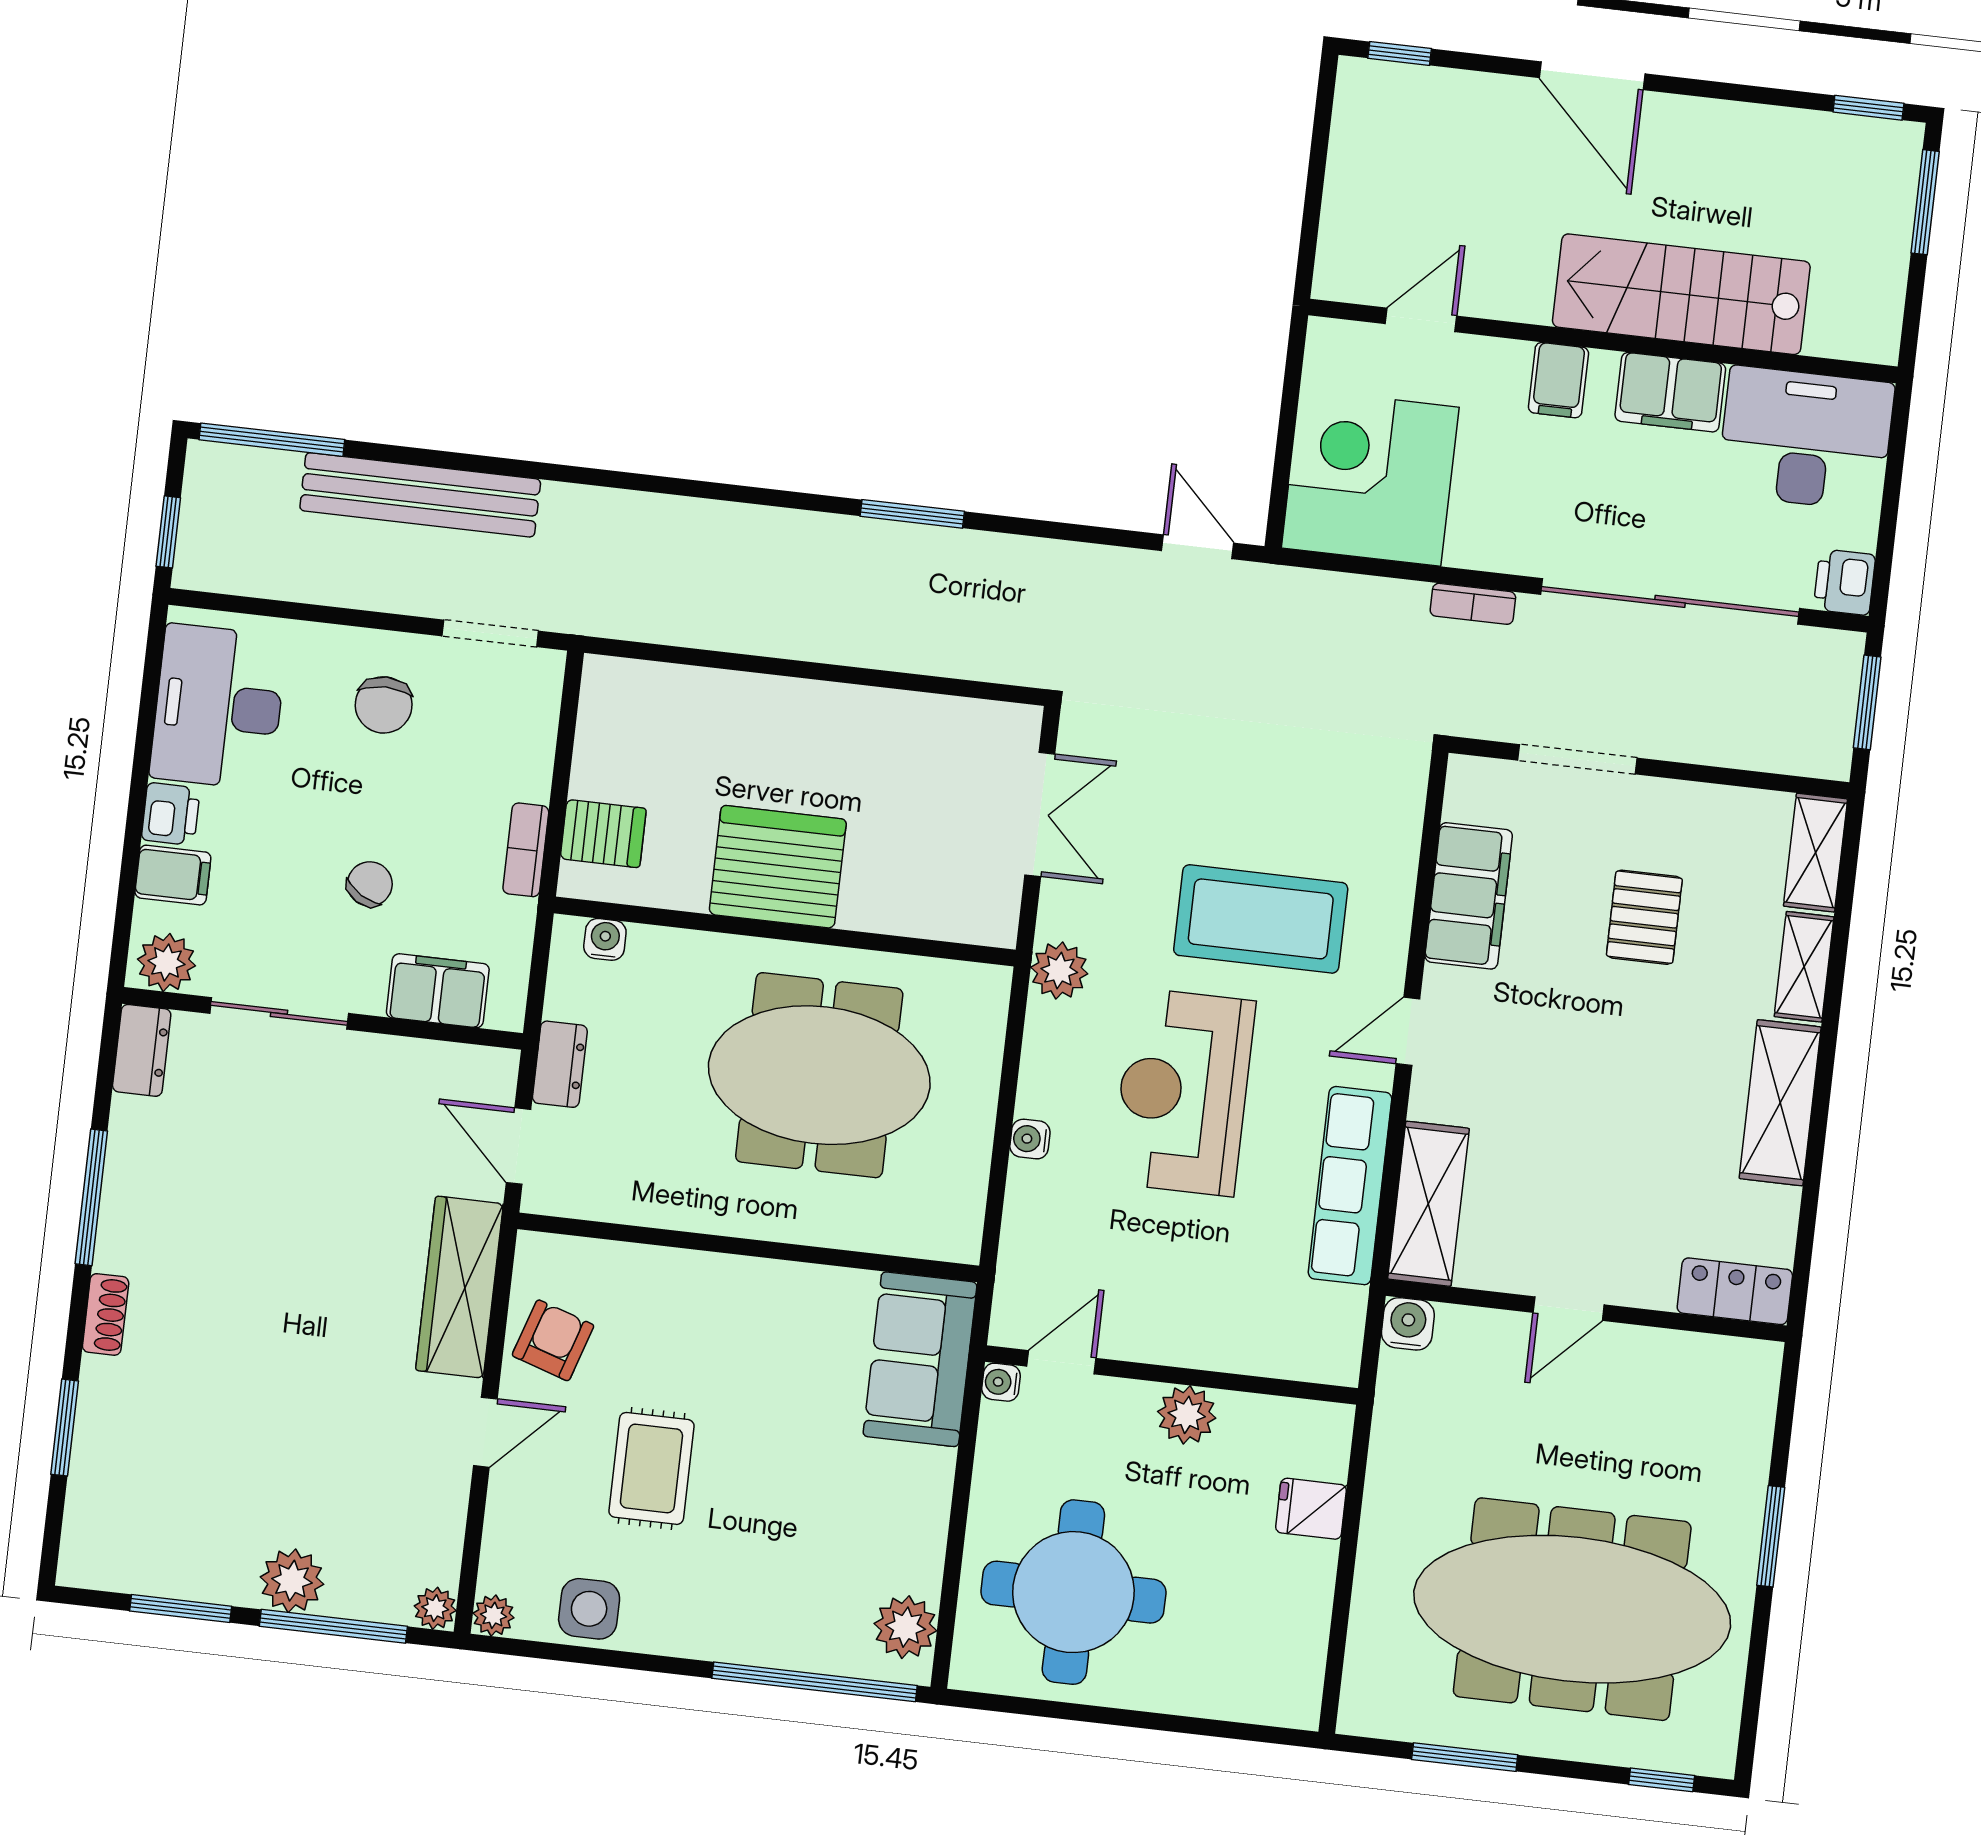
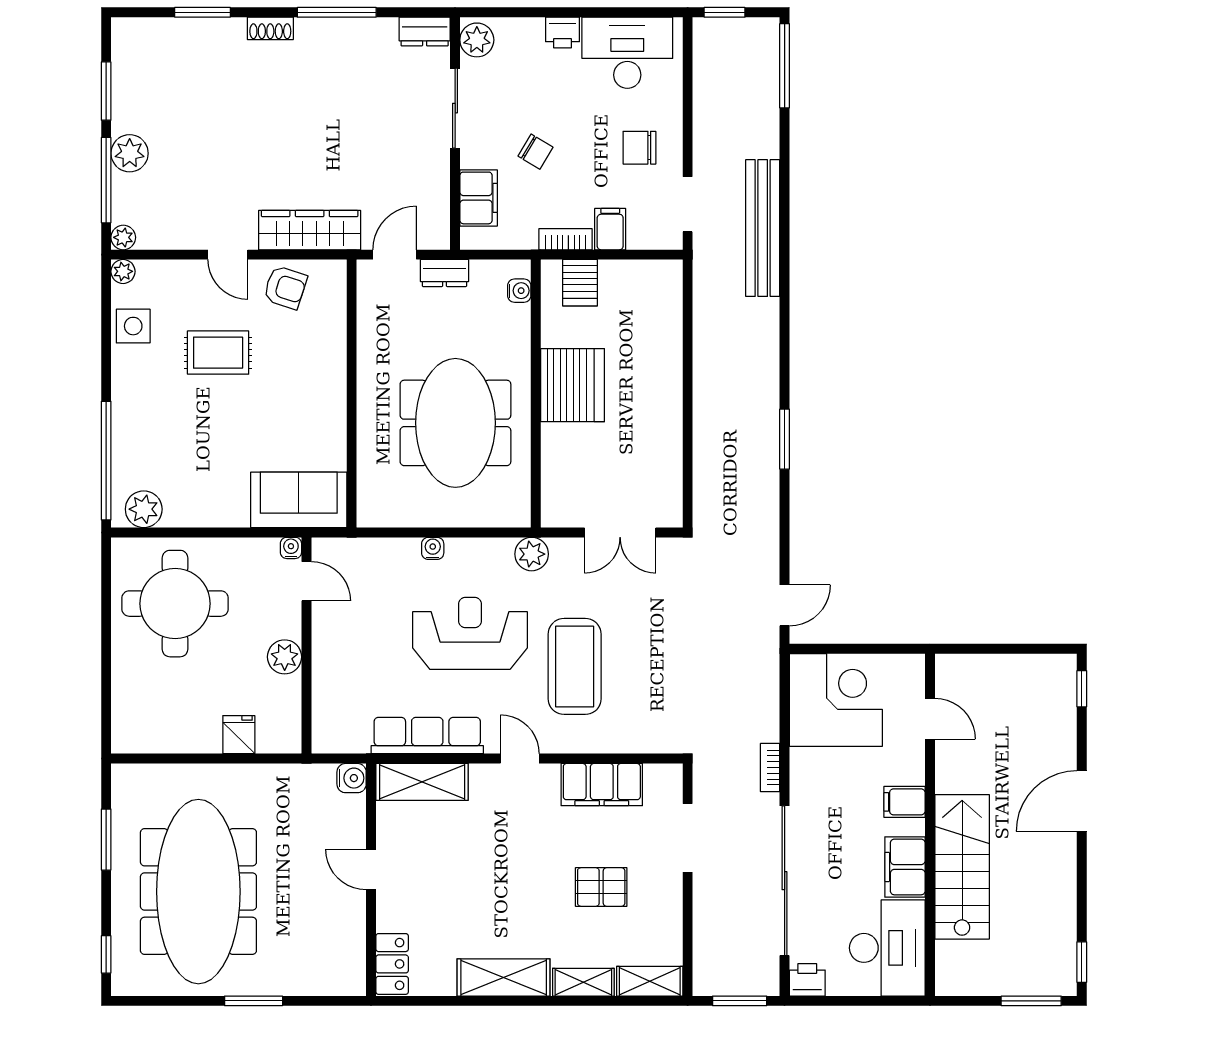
bench: (420, 495) -> (763, 228), moved
filing cabinet: (173, 875) -> (610, 229), moved, turned 180

